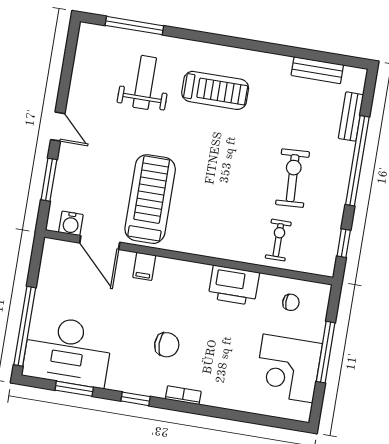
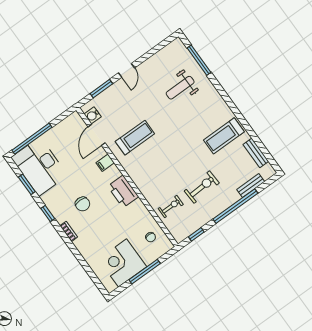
weight bench: (145, 82) -> (180, 88), turned 180
treadmill: (215, 90) -> (224, 136), moved, turned 90
treadmill: (150, 199) -> (135, 138), width x0.73, depth x0.73
printer: (234, 285) -> (123, 191), moved

